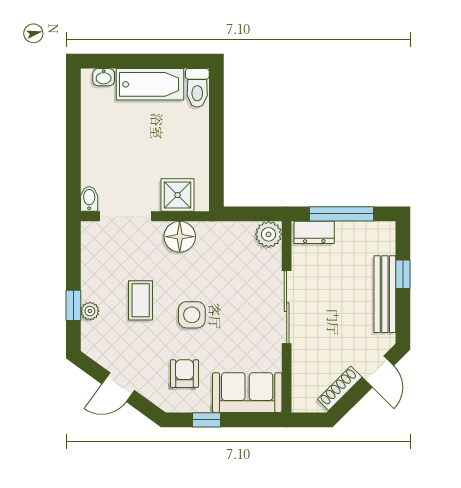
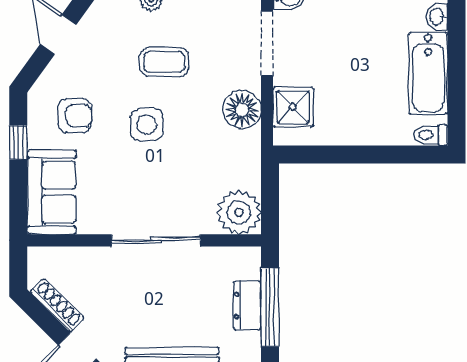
toilet: (197, 88) -> (431, 135), width x0.73, depth x0.72
dresser: (314, 232) -> (247, 305), moved
plant: (269, 234) -> (239, 212), width x1.36, depth x1.36

